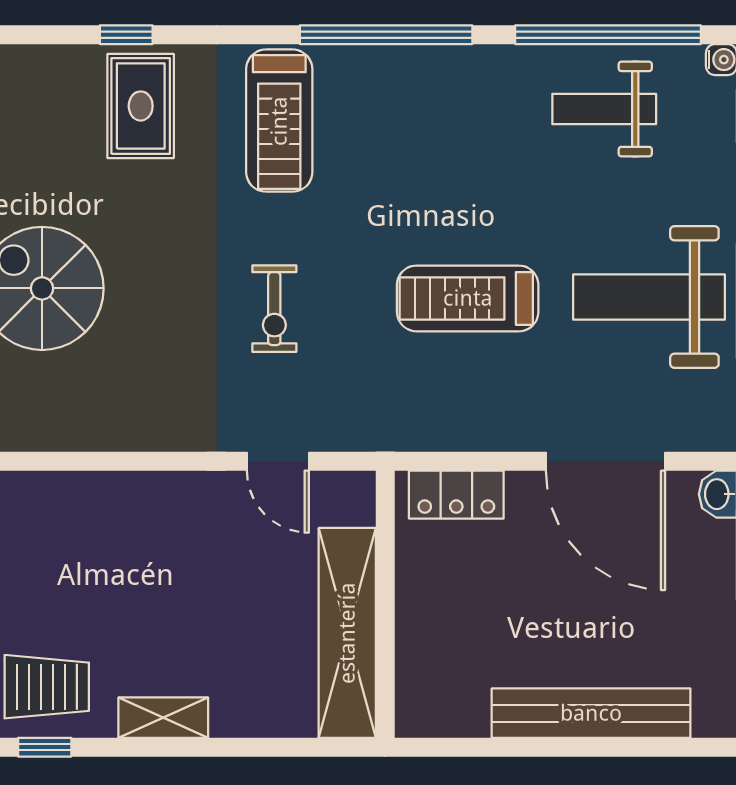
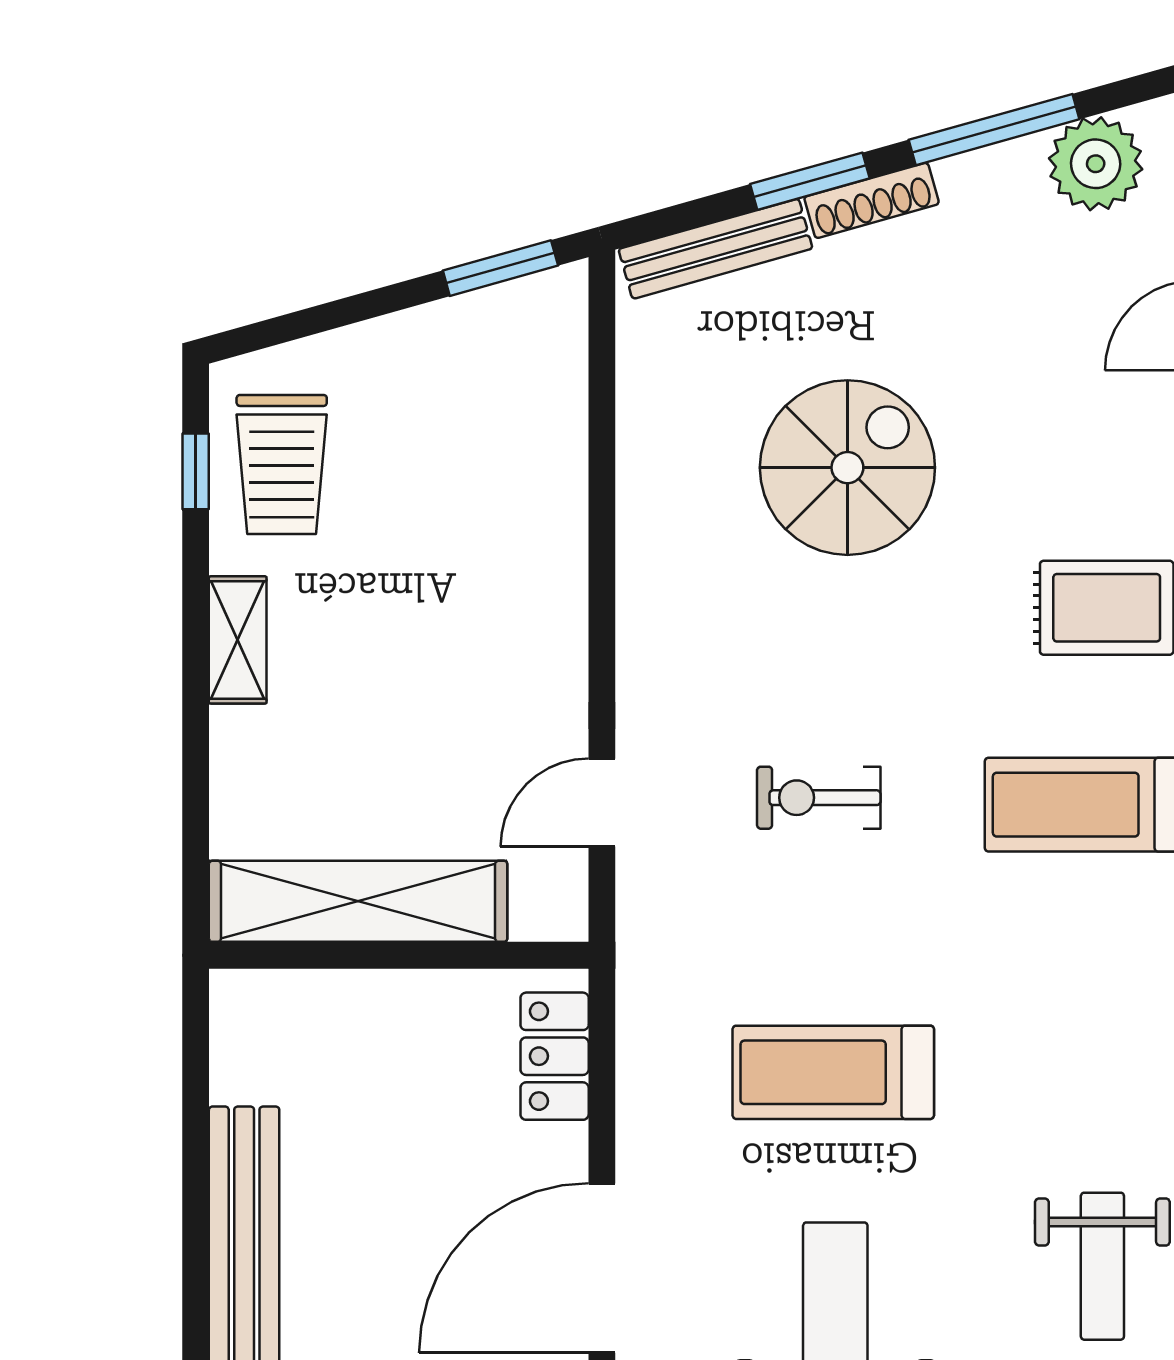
weight bench: (604, 109) -> (1102, 1266), turned 180
treadmill: (468, 298) -> (833, 1072), turned -90

